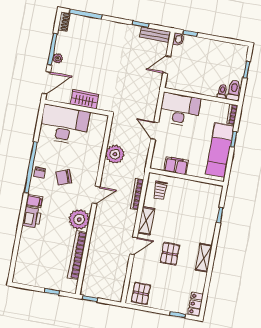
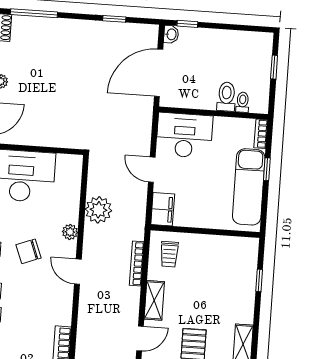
bench: (155, 35) -> (137, 31), removed
door: (167, 65) -> (159, 73), width x1.88
toilet: (234, 90) -> (226, 97), moved
wardrobe: (85, 99) -> (46, 136), removed
filing cabinet: (176, 166) -> (163, 209), moved, turned 90
door: (96, 195) -> (78, 272), swing flipped
plant: (79, 220) -> (70, 232), moved, width x0.53, depth x0.53

